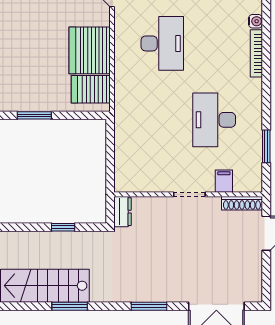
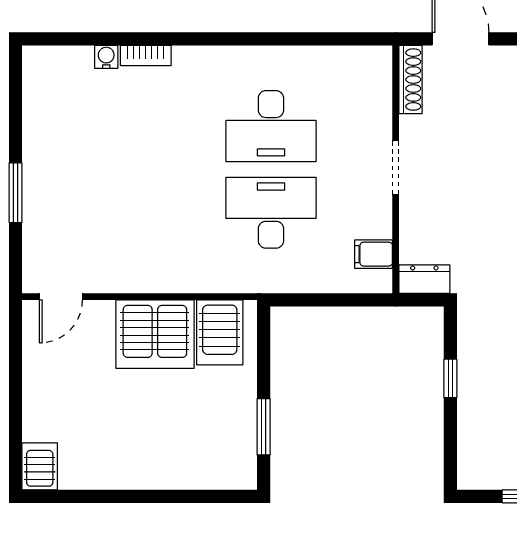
desk: (162, 43) -> (271, 213), moved
bookcase: (256, 53) -> (146, 56), width x0.64
window: (266, 146) -> (315, 39), removed
filing cabinet: (224, 181) -> (374, 254), moved

